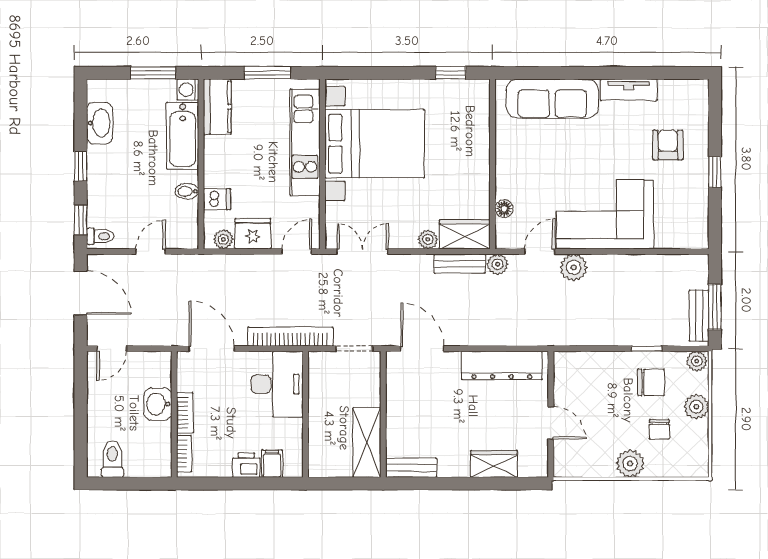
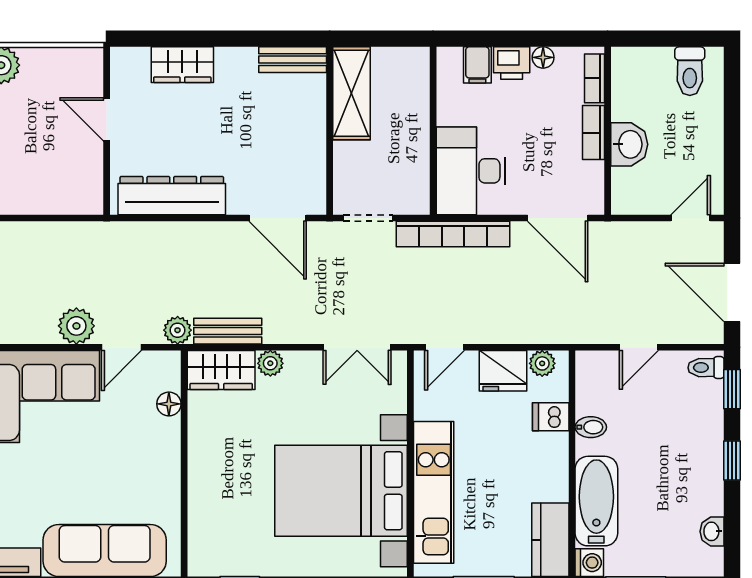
washbasin: (100, 123) -> (712, 531), width x0.52, depth x0.69
floor lamp: (223, 469) -> (543, 57), added

